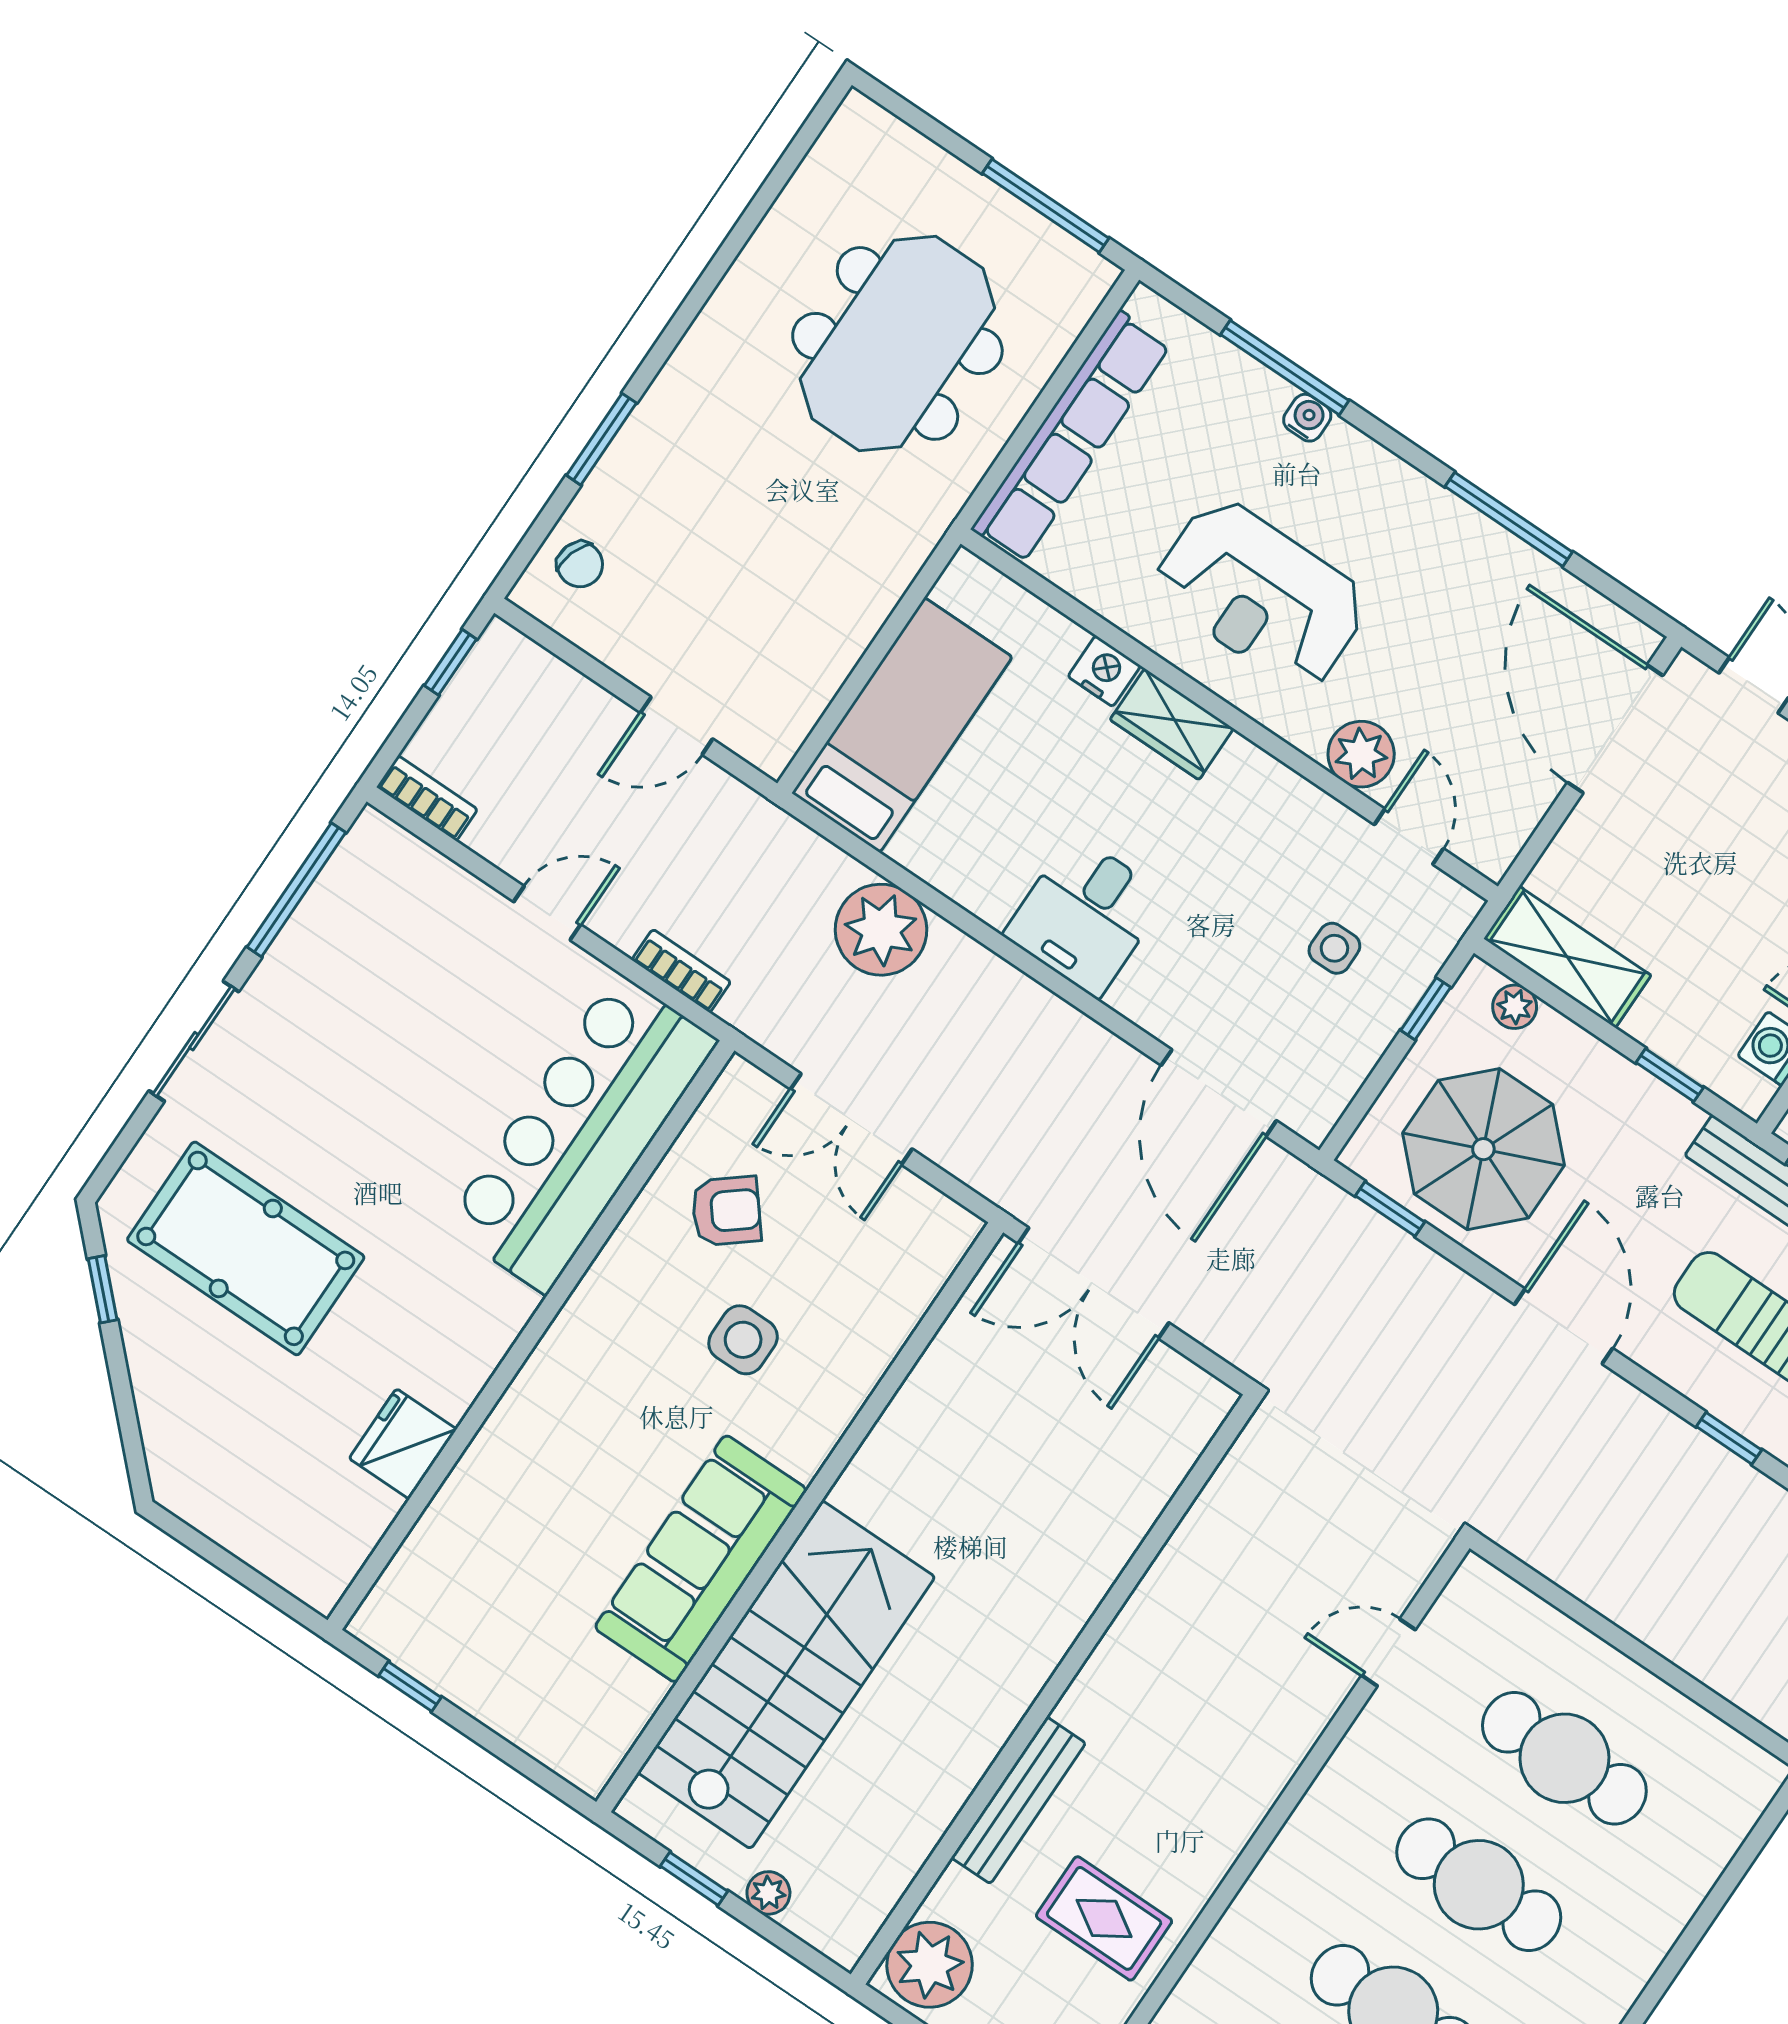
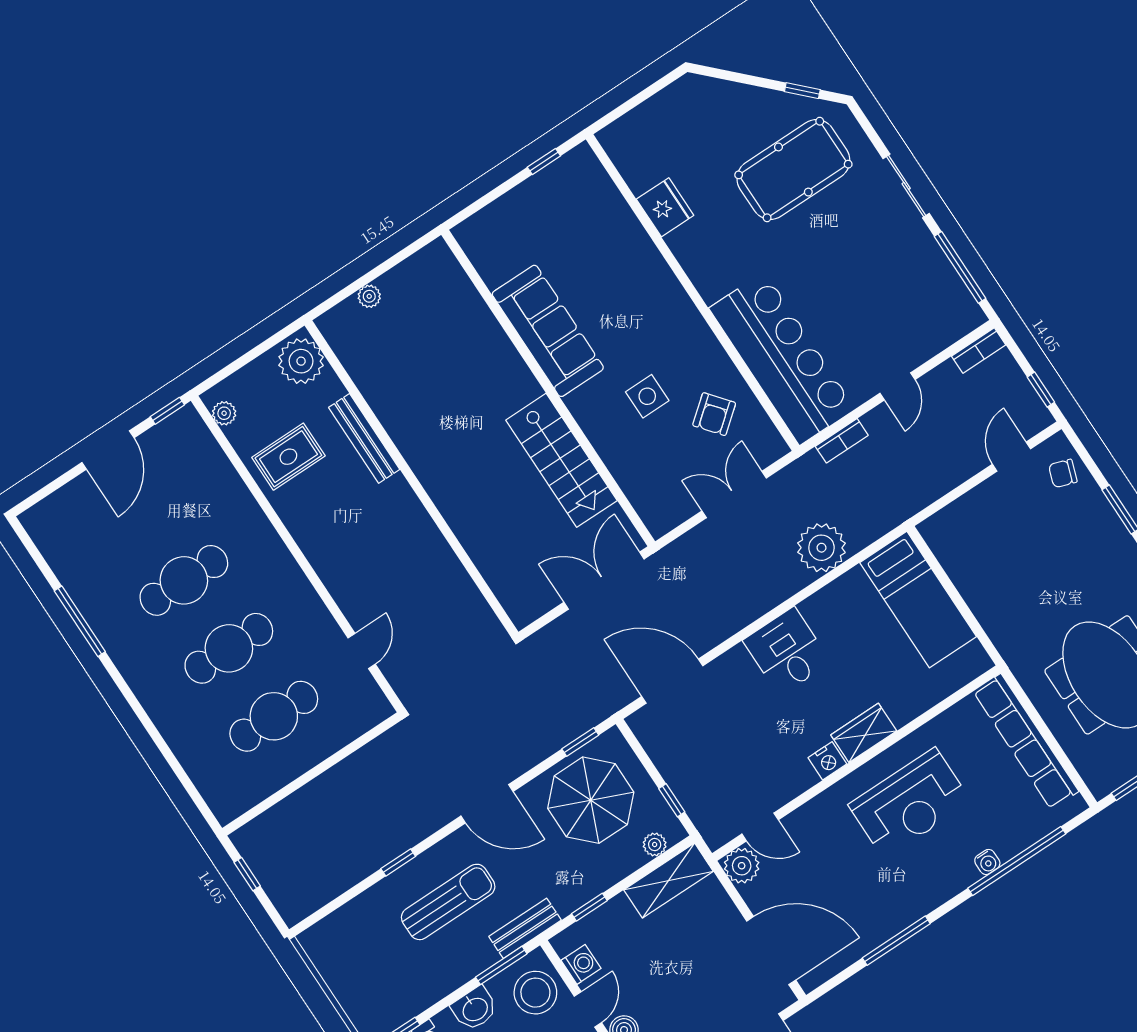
window: (1285, 368) -> (1017, 861), width x1.46
reception desk: (1261, 594) -> (910, 803), turned 180
nightstand: (1104, 671) -> (827, 761), moved
door: (677, 726) -> (1011, 457), moved
plant: (1361, 754) -> (742, 866), moved
side table: (1334, 948) -> (720, 768), removed
stairs: (786, 1675) -> (561, 460), moved, width x0.73, depth x0.66
window: (694, 1879) -> (391, 262), removed

